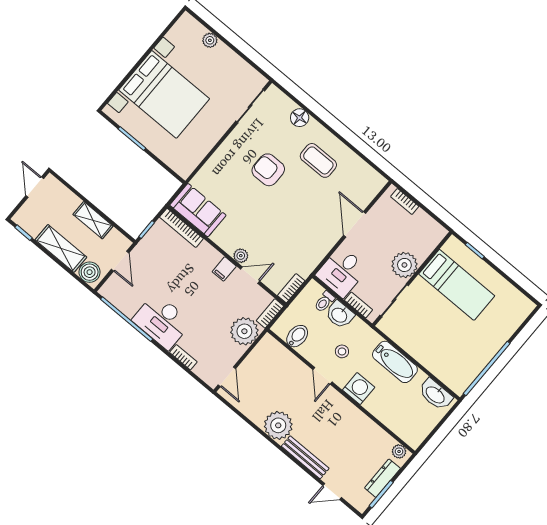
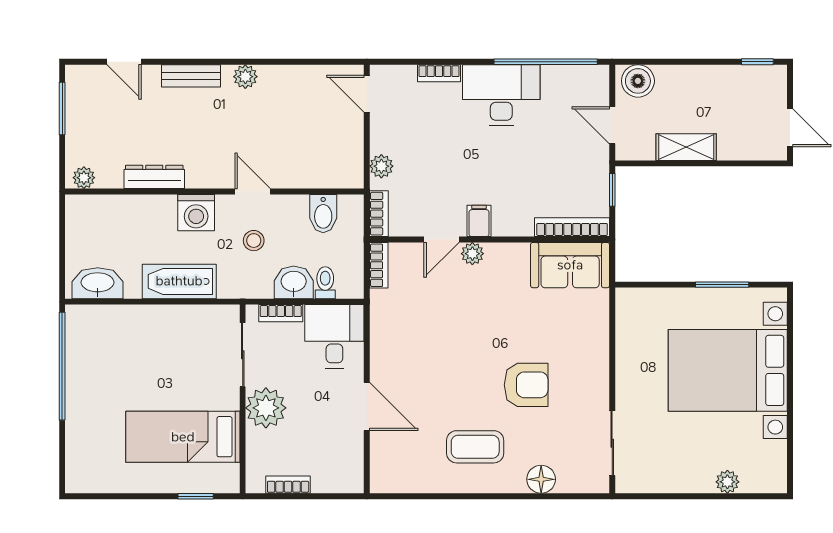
bookcase: (405, 201) -> (288, 485), moved
shelving: (61, 248) -> (696, 81), removed
plant: (244, 331) -> (381, 166), width x0.53, depth x0.53
plant: (278, 425) -> (245, 77), width x0.53, depth x0.53
bench: (305, 457) -> (191, 76), width x0.73
dresser: (382, 478) -> (154, 177), moved, turned -90
door: (332, 492) -> (124, 62), swing flipped

